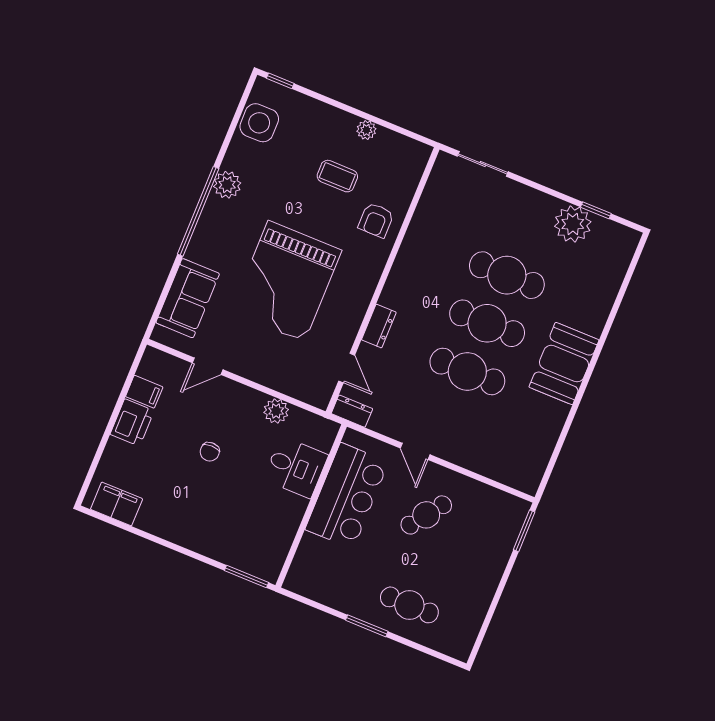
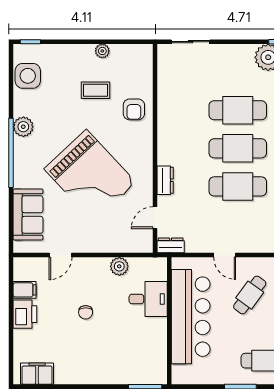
grand piano: (286, 281) -> (90, 176), turned -43
door: (347, 368) -> (155, 218), swing flipped
bar counter: (347, 496) -> (191, 317), width x1.36

